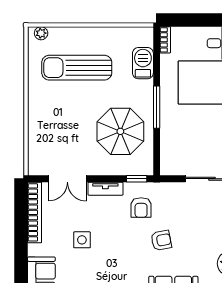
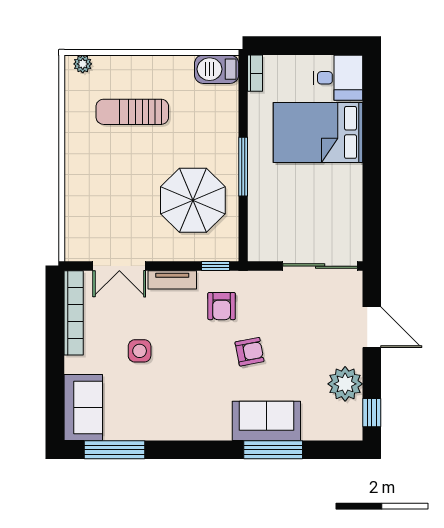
barbecue: (143, 63) -> (217, 69), moved, turned -90
sun lounger: (77, 68) -> (132, 112), width x0.73, depth x0.75

